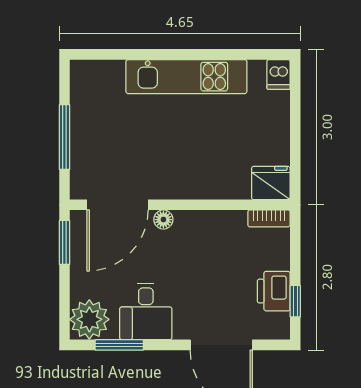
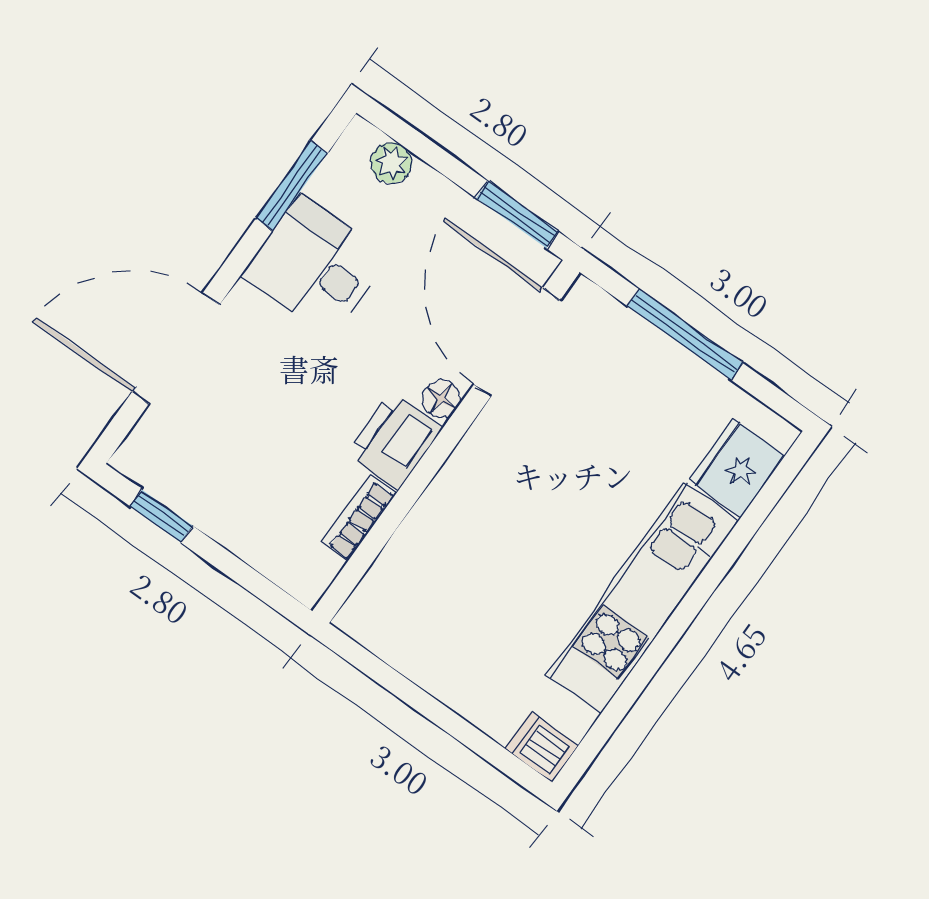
fridge: (271, 183) -> (737, 468), moved, turned 180
bookcase: (269, 218) -> (358, 518), moved
printer: (274, 291) -> (395, 441), moved, turned -90
plant: (89, 319) -> (391, 163), width x0.53, depth x0.53

